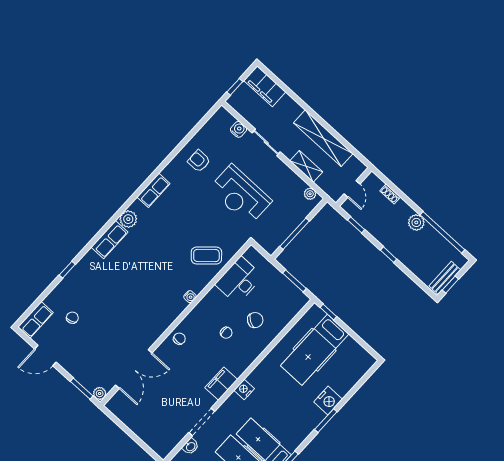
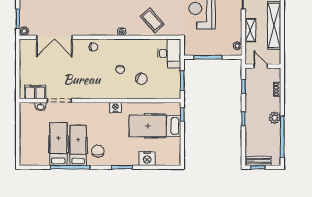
door: (352, 189) -> (261, 66), swing flipped
desk: (239, 280) -> (169, 53), moved, turned 90
filing cabinet: (221, 384) -> (35, 92), moved
nightstand: (244, 390) -> (115, 107), moved
nightstand: (328, 401) -> (147, 158), moved
chair: (287, 430) -> (98, 151), added

